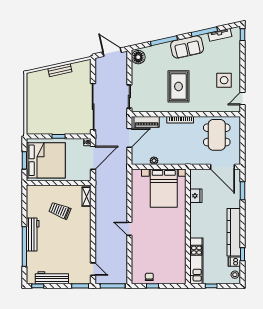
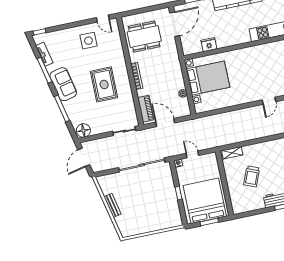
rug: (179, 86) -> (104, 84), turned 90
door: (93, 158) -> (192, 154), width x0.53
door: (129, 229) -> (269, 101), moved

